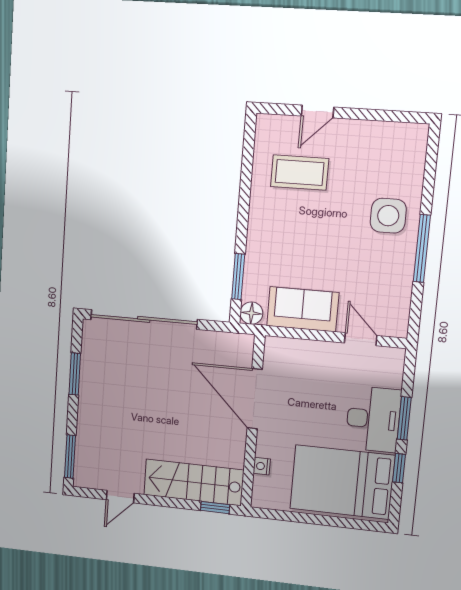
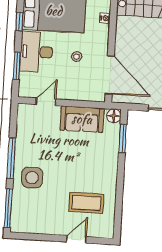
window: (431, 165) -> (8, 208), added
door: (361, 339) -> (46, 102), swing flipped
door: (255, 399) -> (110, 75), moved
stool: (309, 409) -> (77, 57), added
window: (404, 418) -> (17, 66), moved

